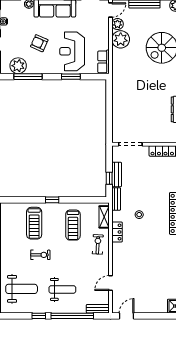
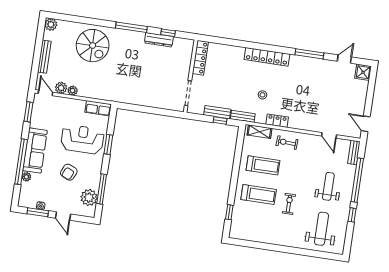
plant: (121, 39) -> (73, 91), width x0.53, depth x0.53
reception desk: (72, 51) -> (82, 139), turned 180
window: (52, 200) -> (229, 212), moved
treadmill: (34, 223) -> (259, 194), moved

